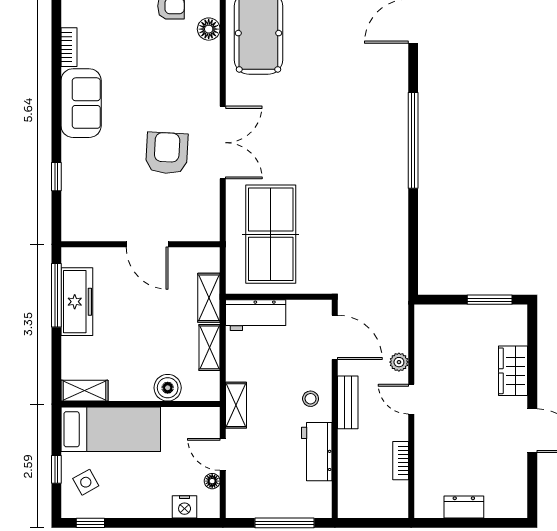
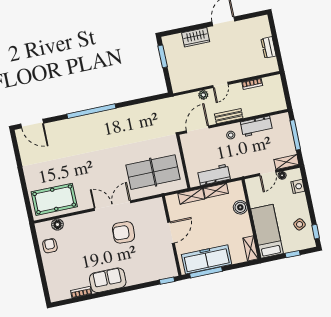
window: (56, 177) -> (167, 281), moved
freezer: (77, 302) -> (207, 259), width x1.36, depth x1.26
workbench: (256, 315) -> (214, 175), moved, turned -90
shelving: (236, 405) -> (286, 162), moved
side table: (86, 482) -> (300, 224), moved

